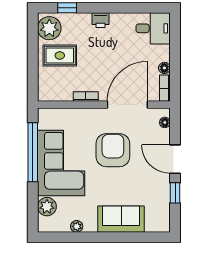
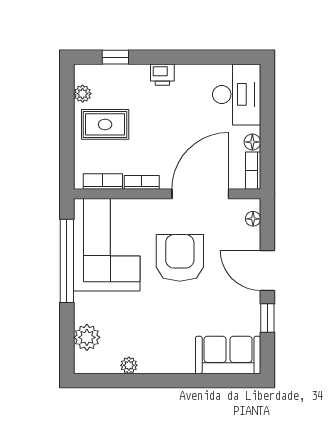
plant: (49, 28) -> (83, 94), width x0.53, depth x0.53
desk: (153, 28) -> (237, 94), width x1.37
bookcase: (58, 96) -> (103, 181), added
corner sofa: (61, 163) -> (107, 245), moved
sofa: (121, 219) -> (228, 355), moved

